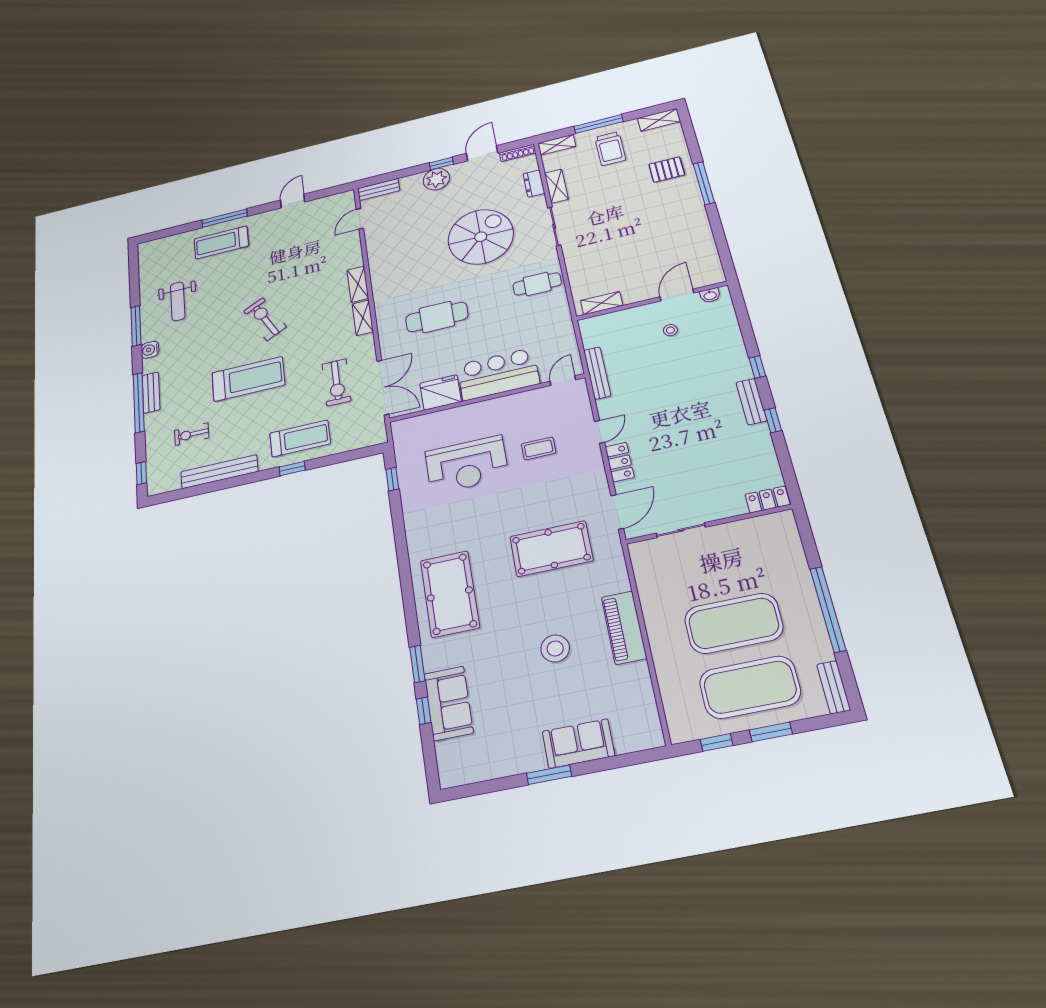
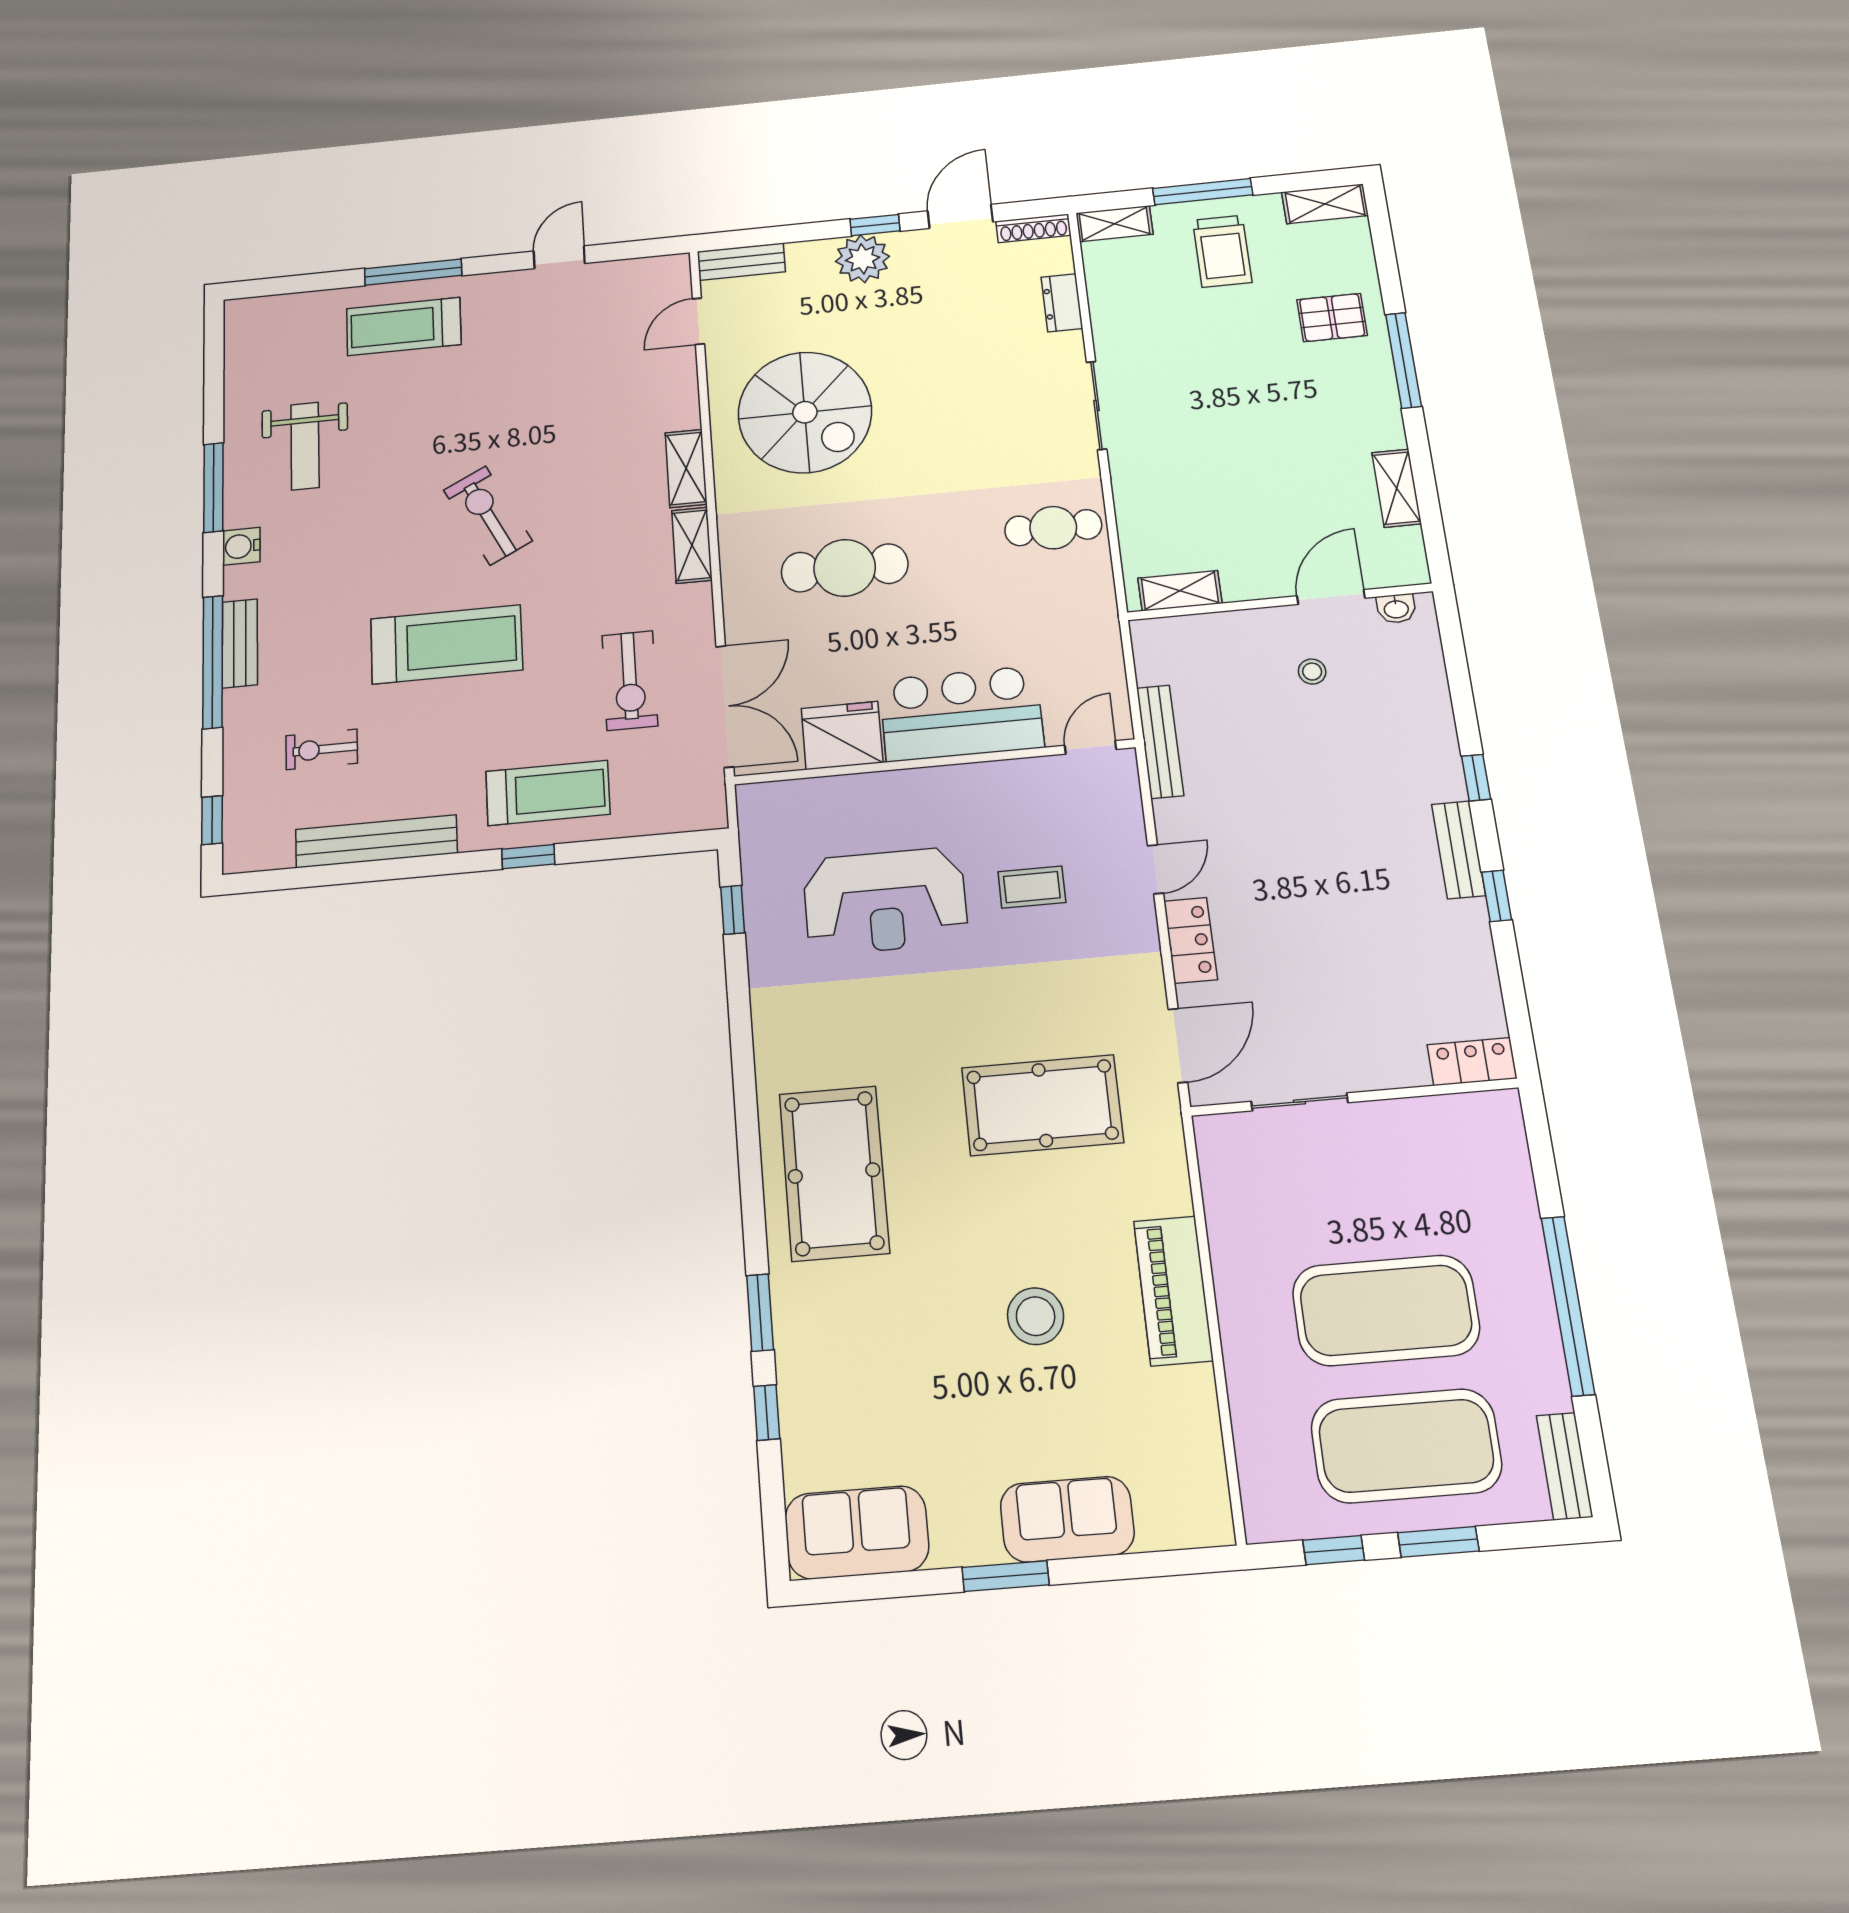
shelving: (556, 186) -> (1397, 488), moved
spiral stairs: (481, 237) -> (805, 412), moved, turned 90
sofa: (449, 703) -> (857, 1532), moved, turned -90

